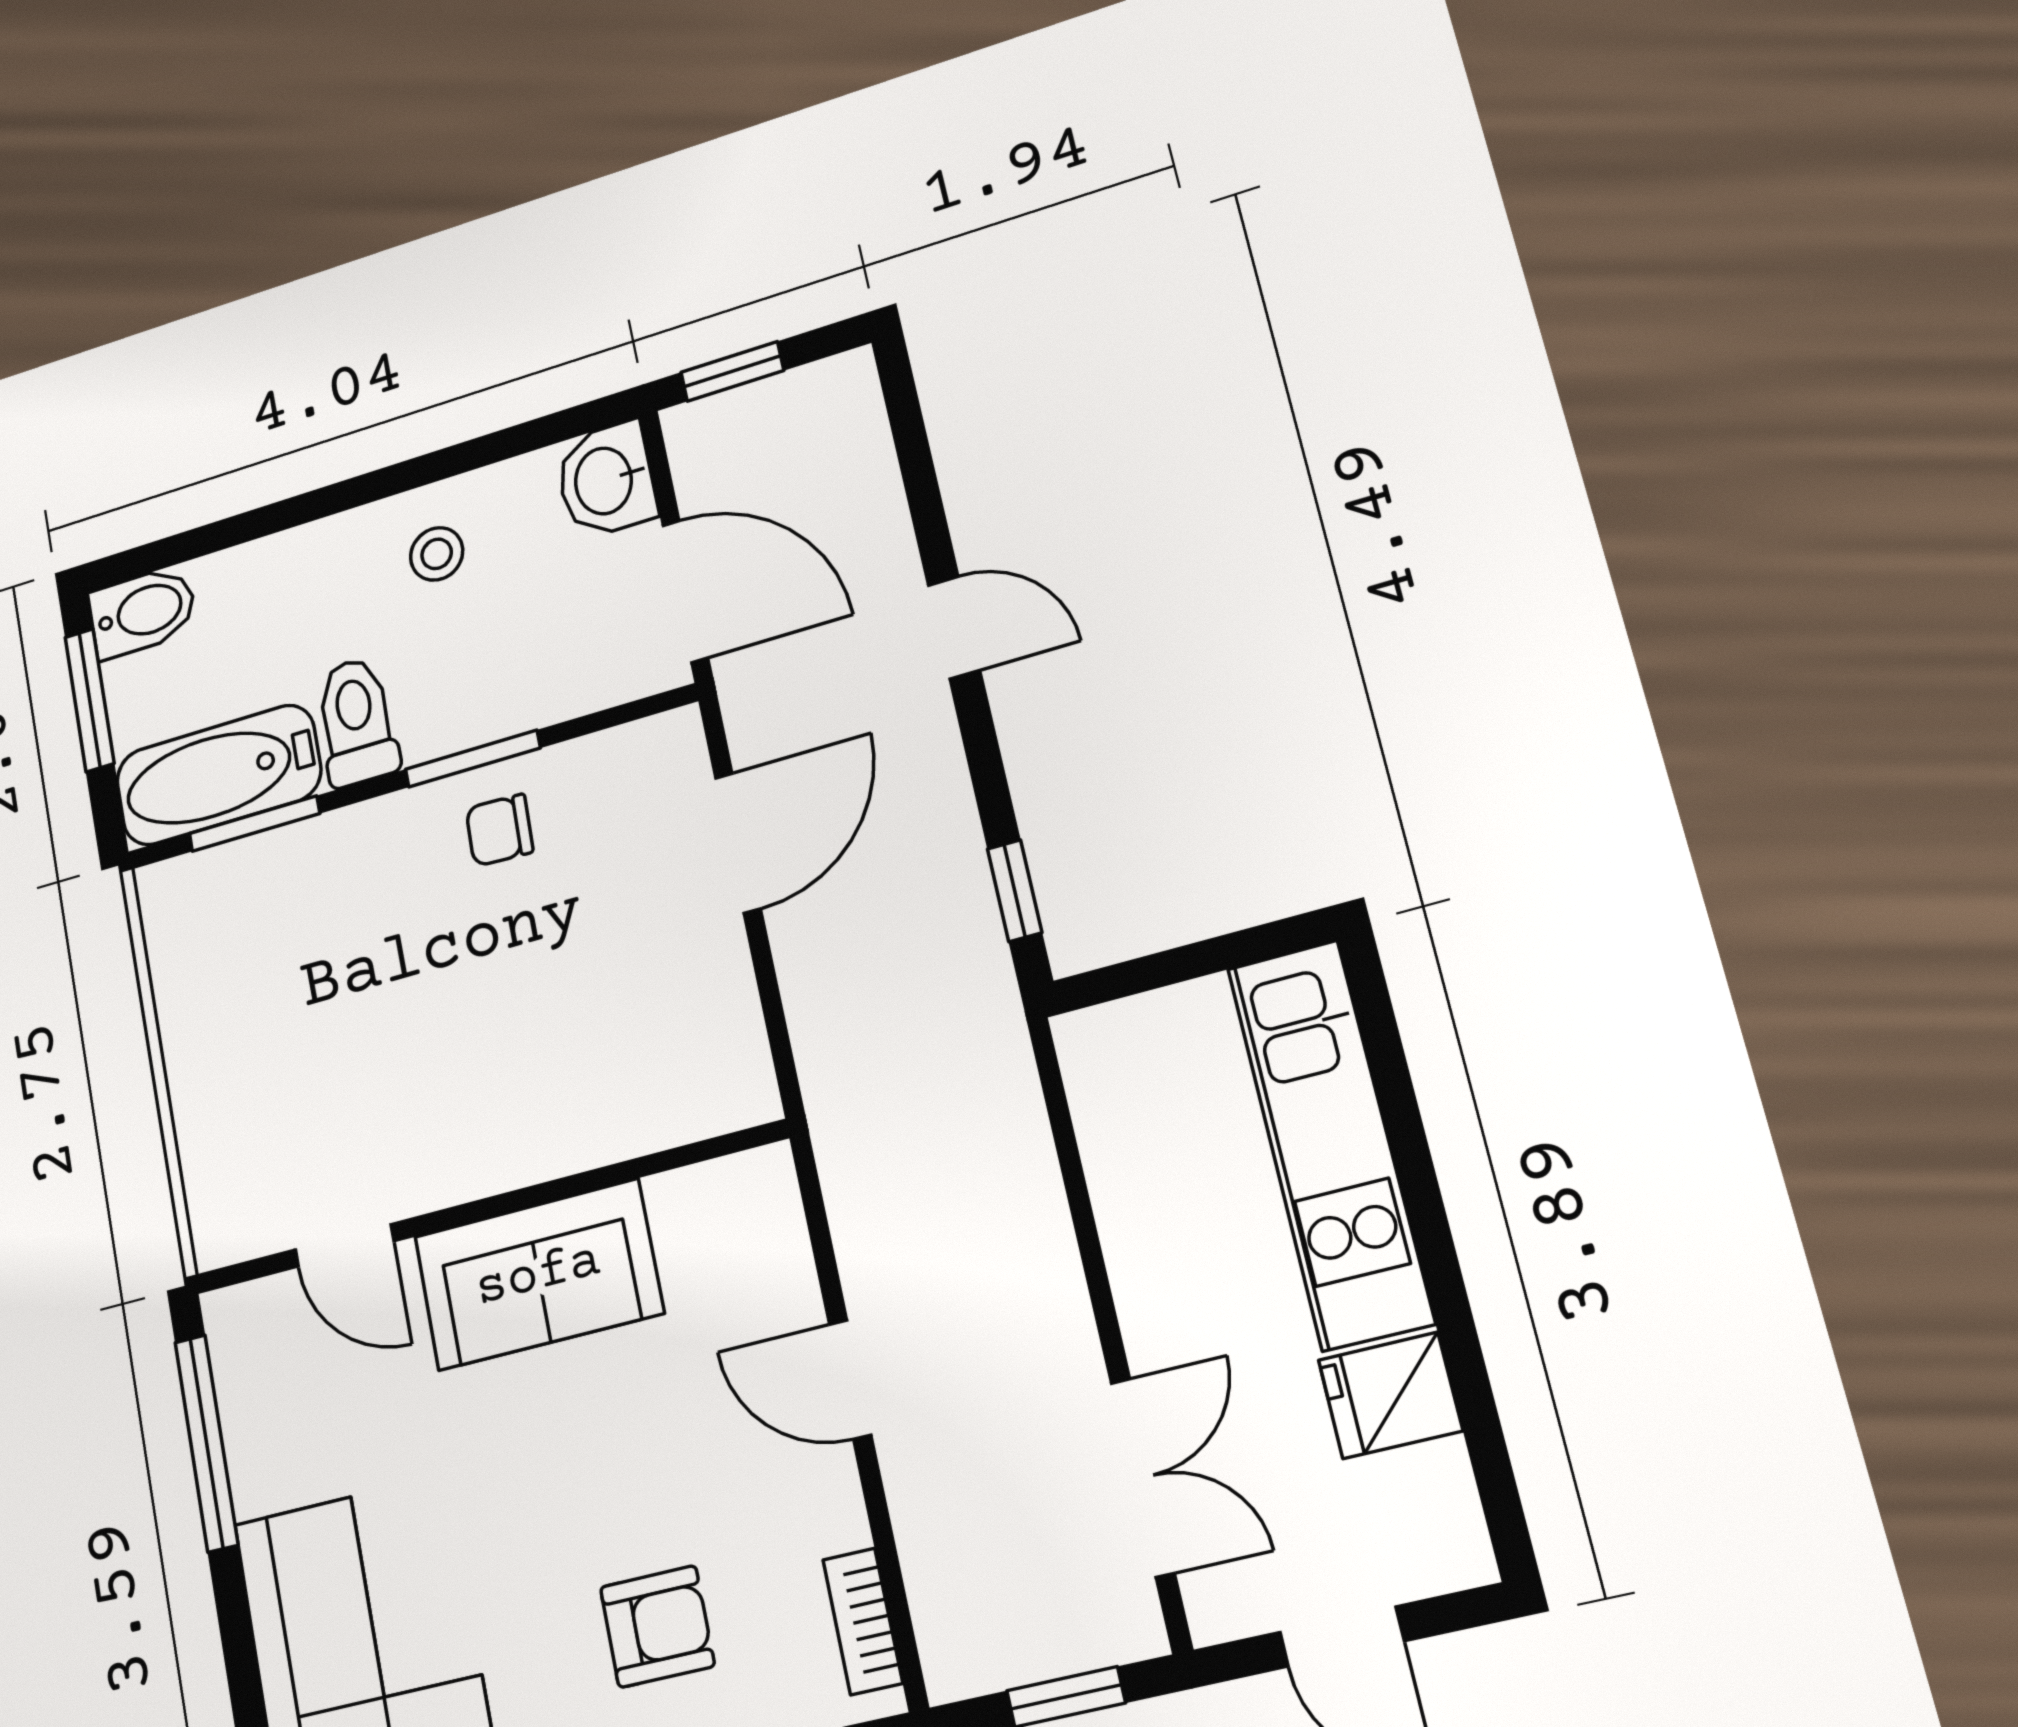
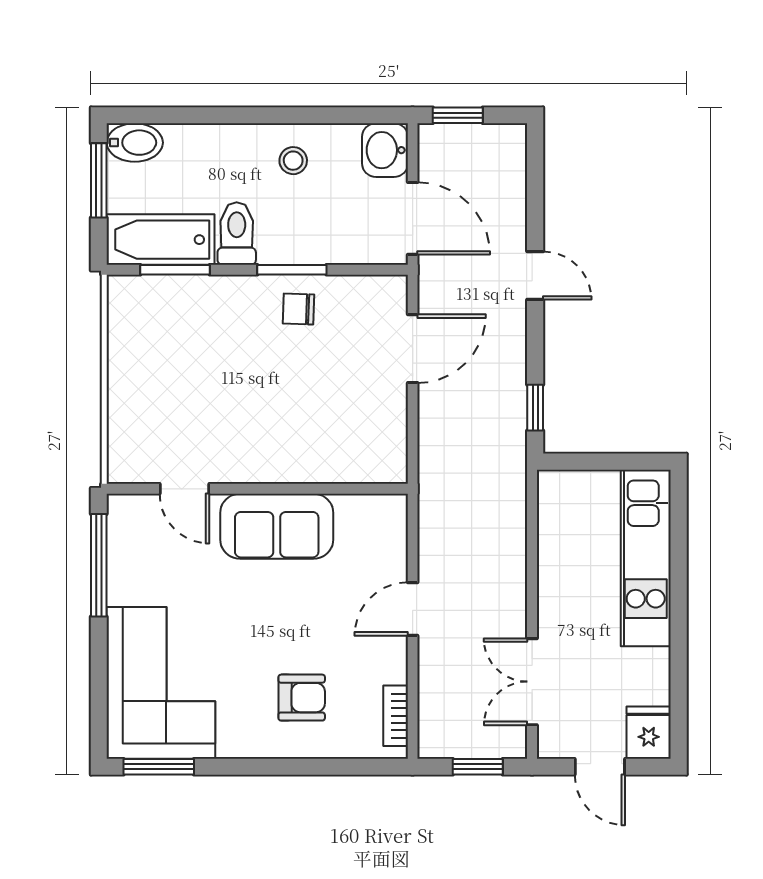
door: (850, 1380) -> (413, 609), hinge flipped
fridge: (1390, 1395) -> (649, 733), moved, turned 90
double door: (1143, 1477) -> (532, 682), swing flipped

